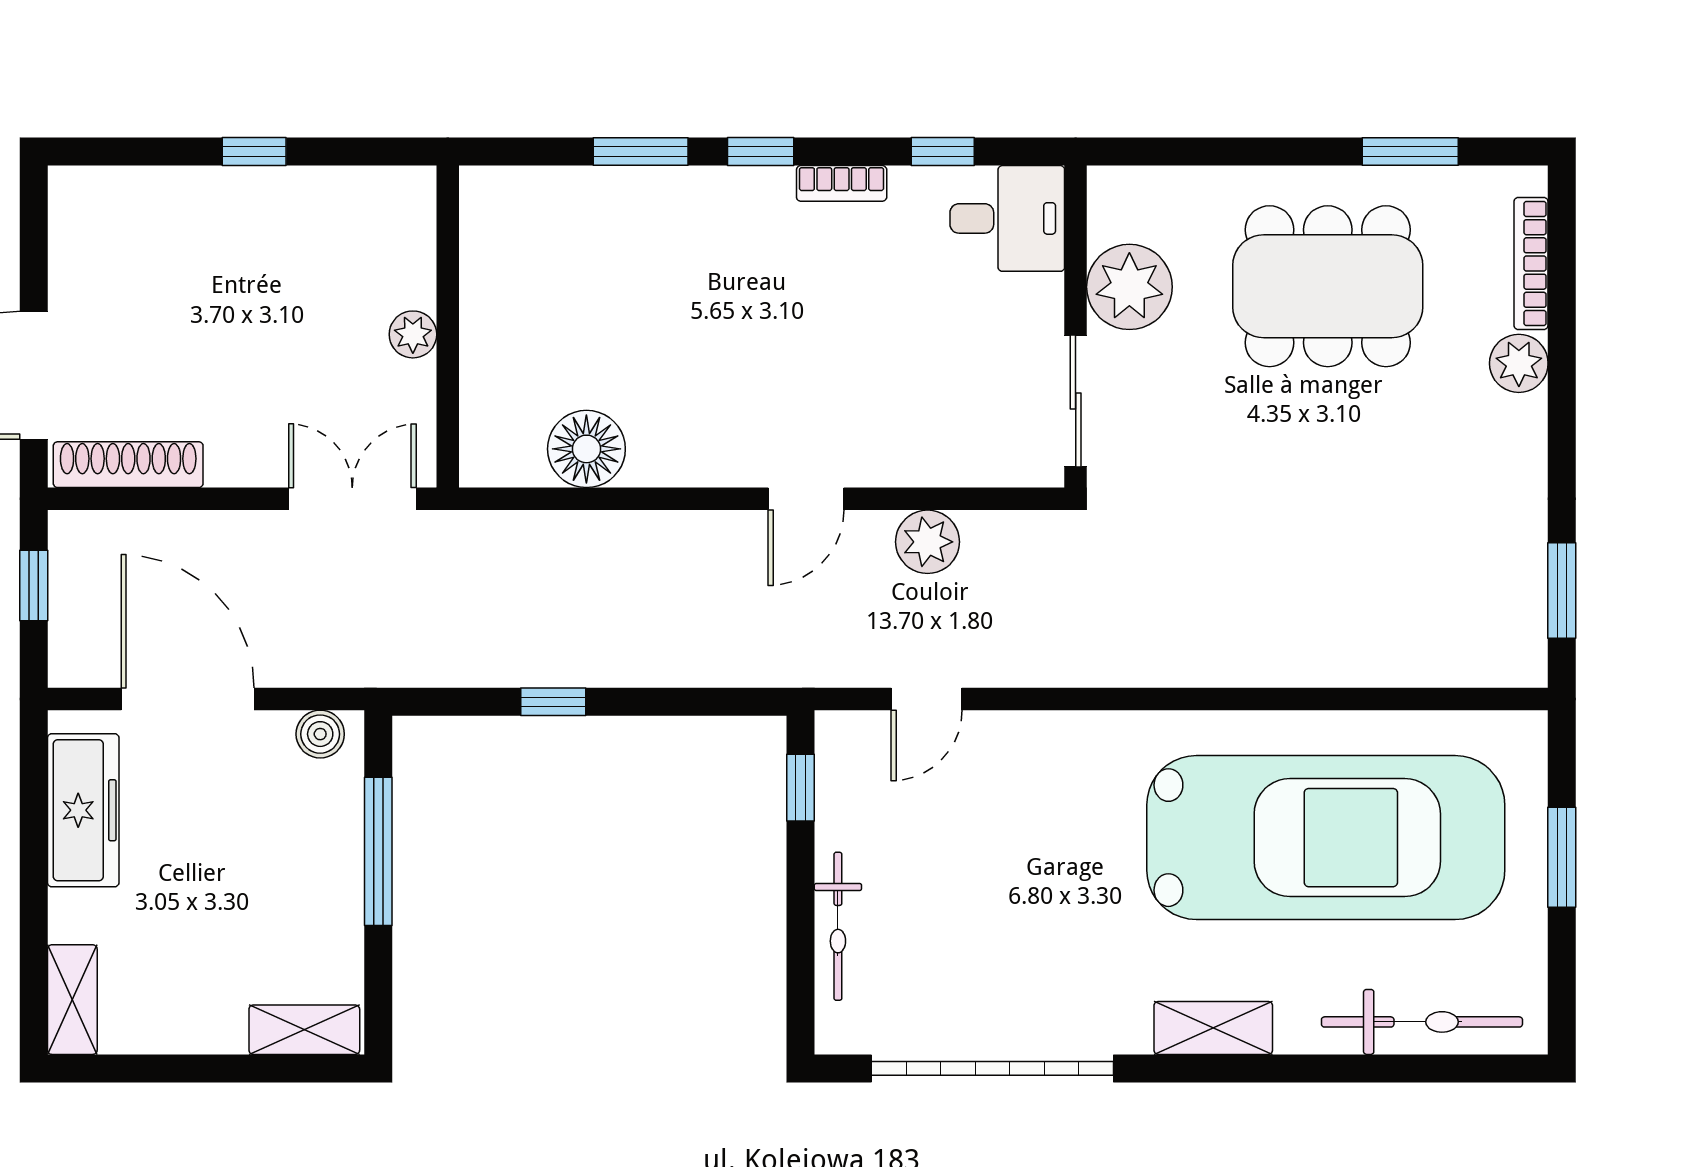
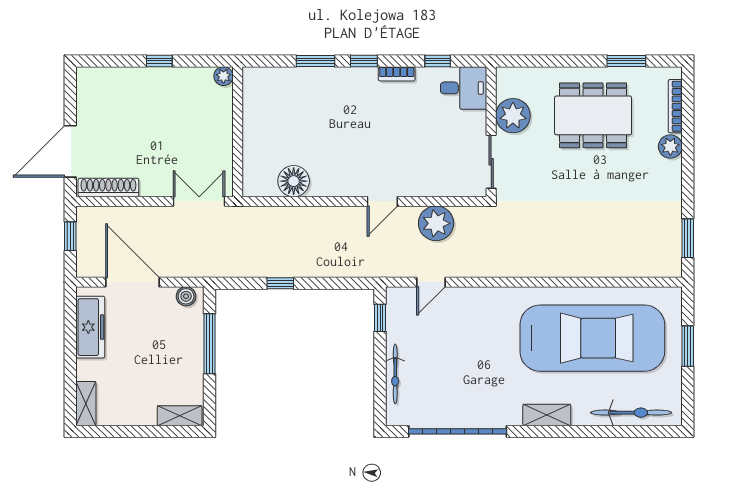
plant: (413, 334) -> (223, 76), moved
plant: (928, 542) -> (436, 223), width x1.36, depth x1.36

